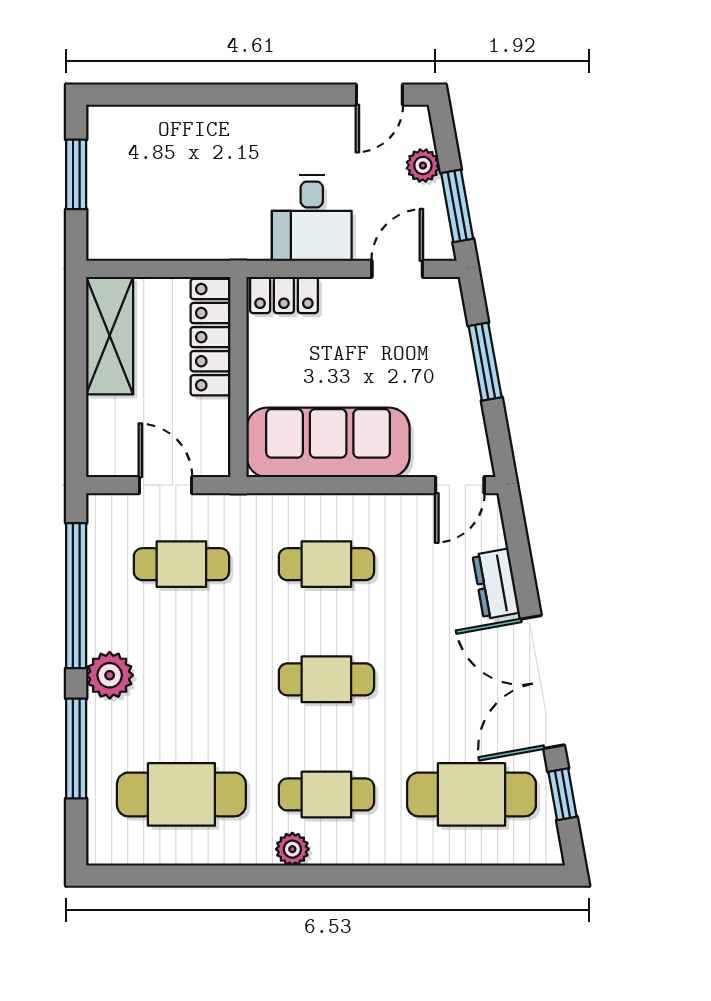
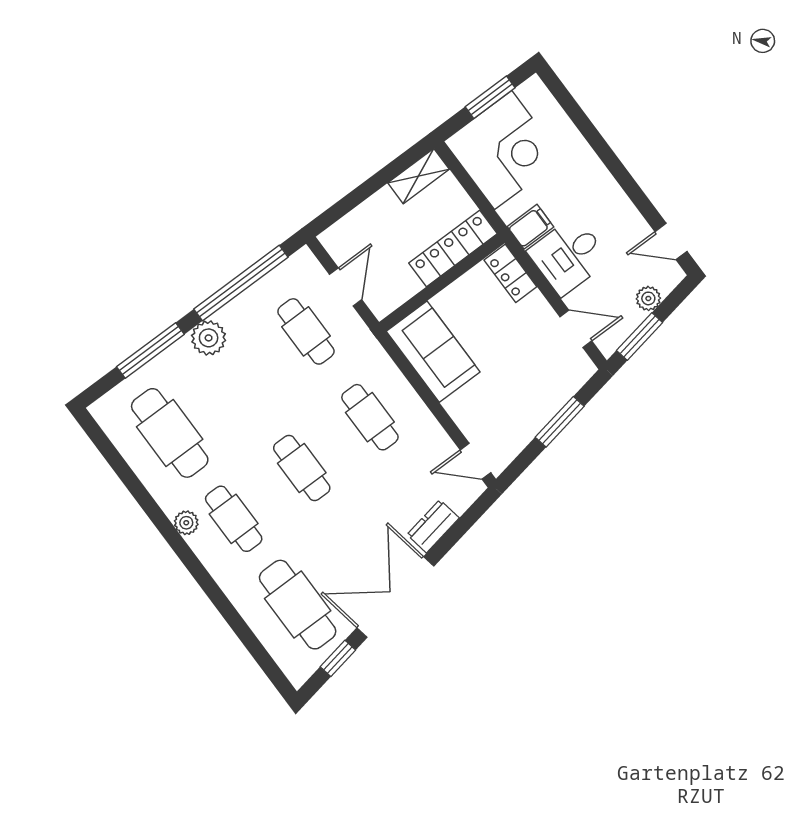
corner desk: (144, 203) -> (503, 150), added
filing cabinet: (250, 235) -> (530, 227), added
shelving: (110, 336) -> (419, 176), width x0.67, depth x0.75
sofa: (328, 442) -> (433, 352), width x0.73

